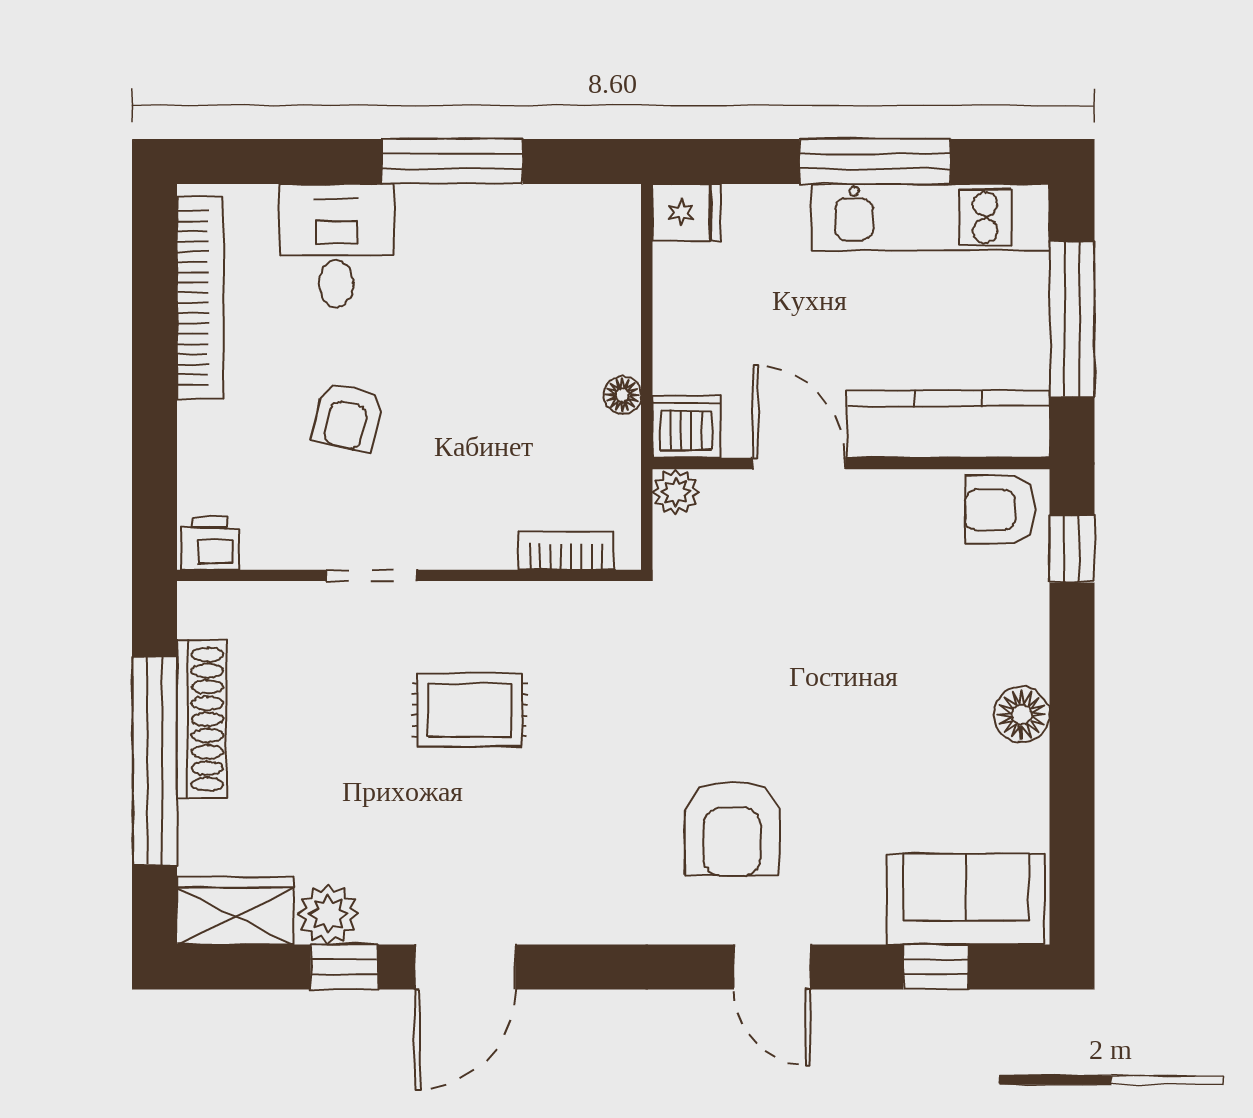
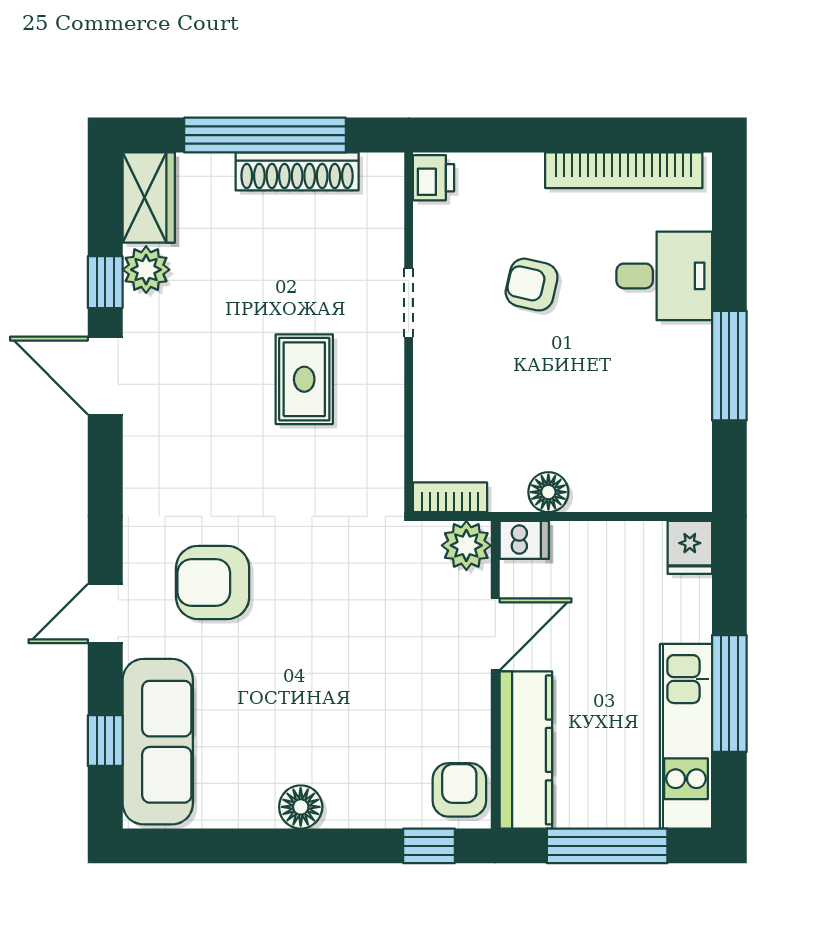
floor lamp: (622, 395) -> (548, 492), width x1.37, depth x1.37
dishwasher: (686, 426) -> (524, 540), width x0.73
plant: (676, 492) -> (466, 545), width x1.38, depth x1.38
bookcase: (566, 551) -> (450, 497), moved, turned -90
sofa: (966, 899) -> (158, 742), width x1.36

